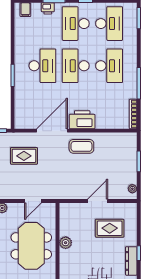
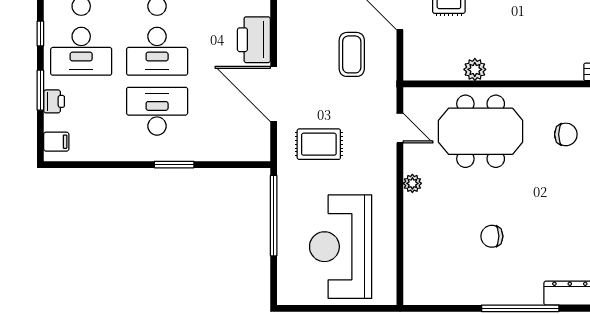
coffee table: (81, 146) -> (352, 54), moved
rug: (24, 156) -> (319, 144), turned 90

